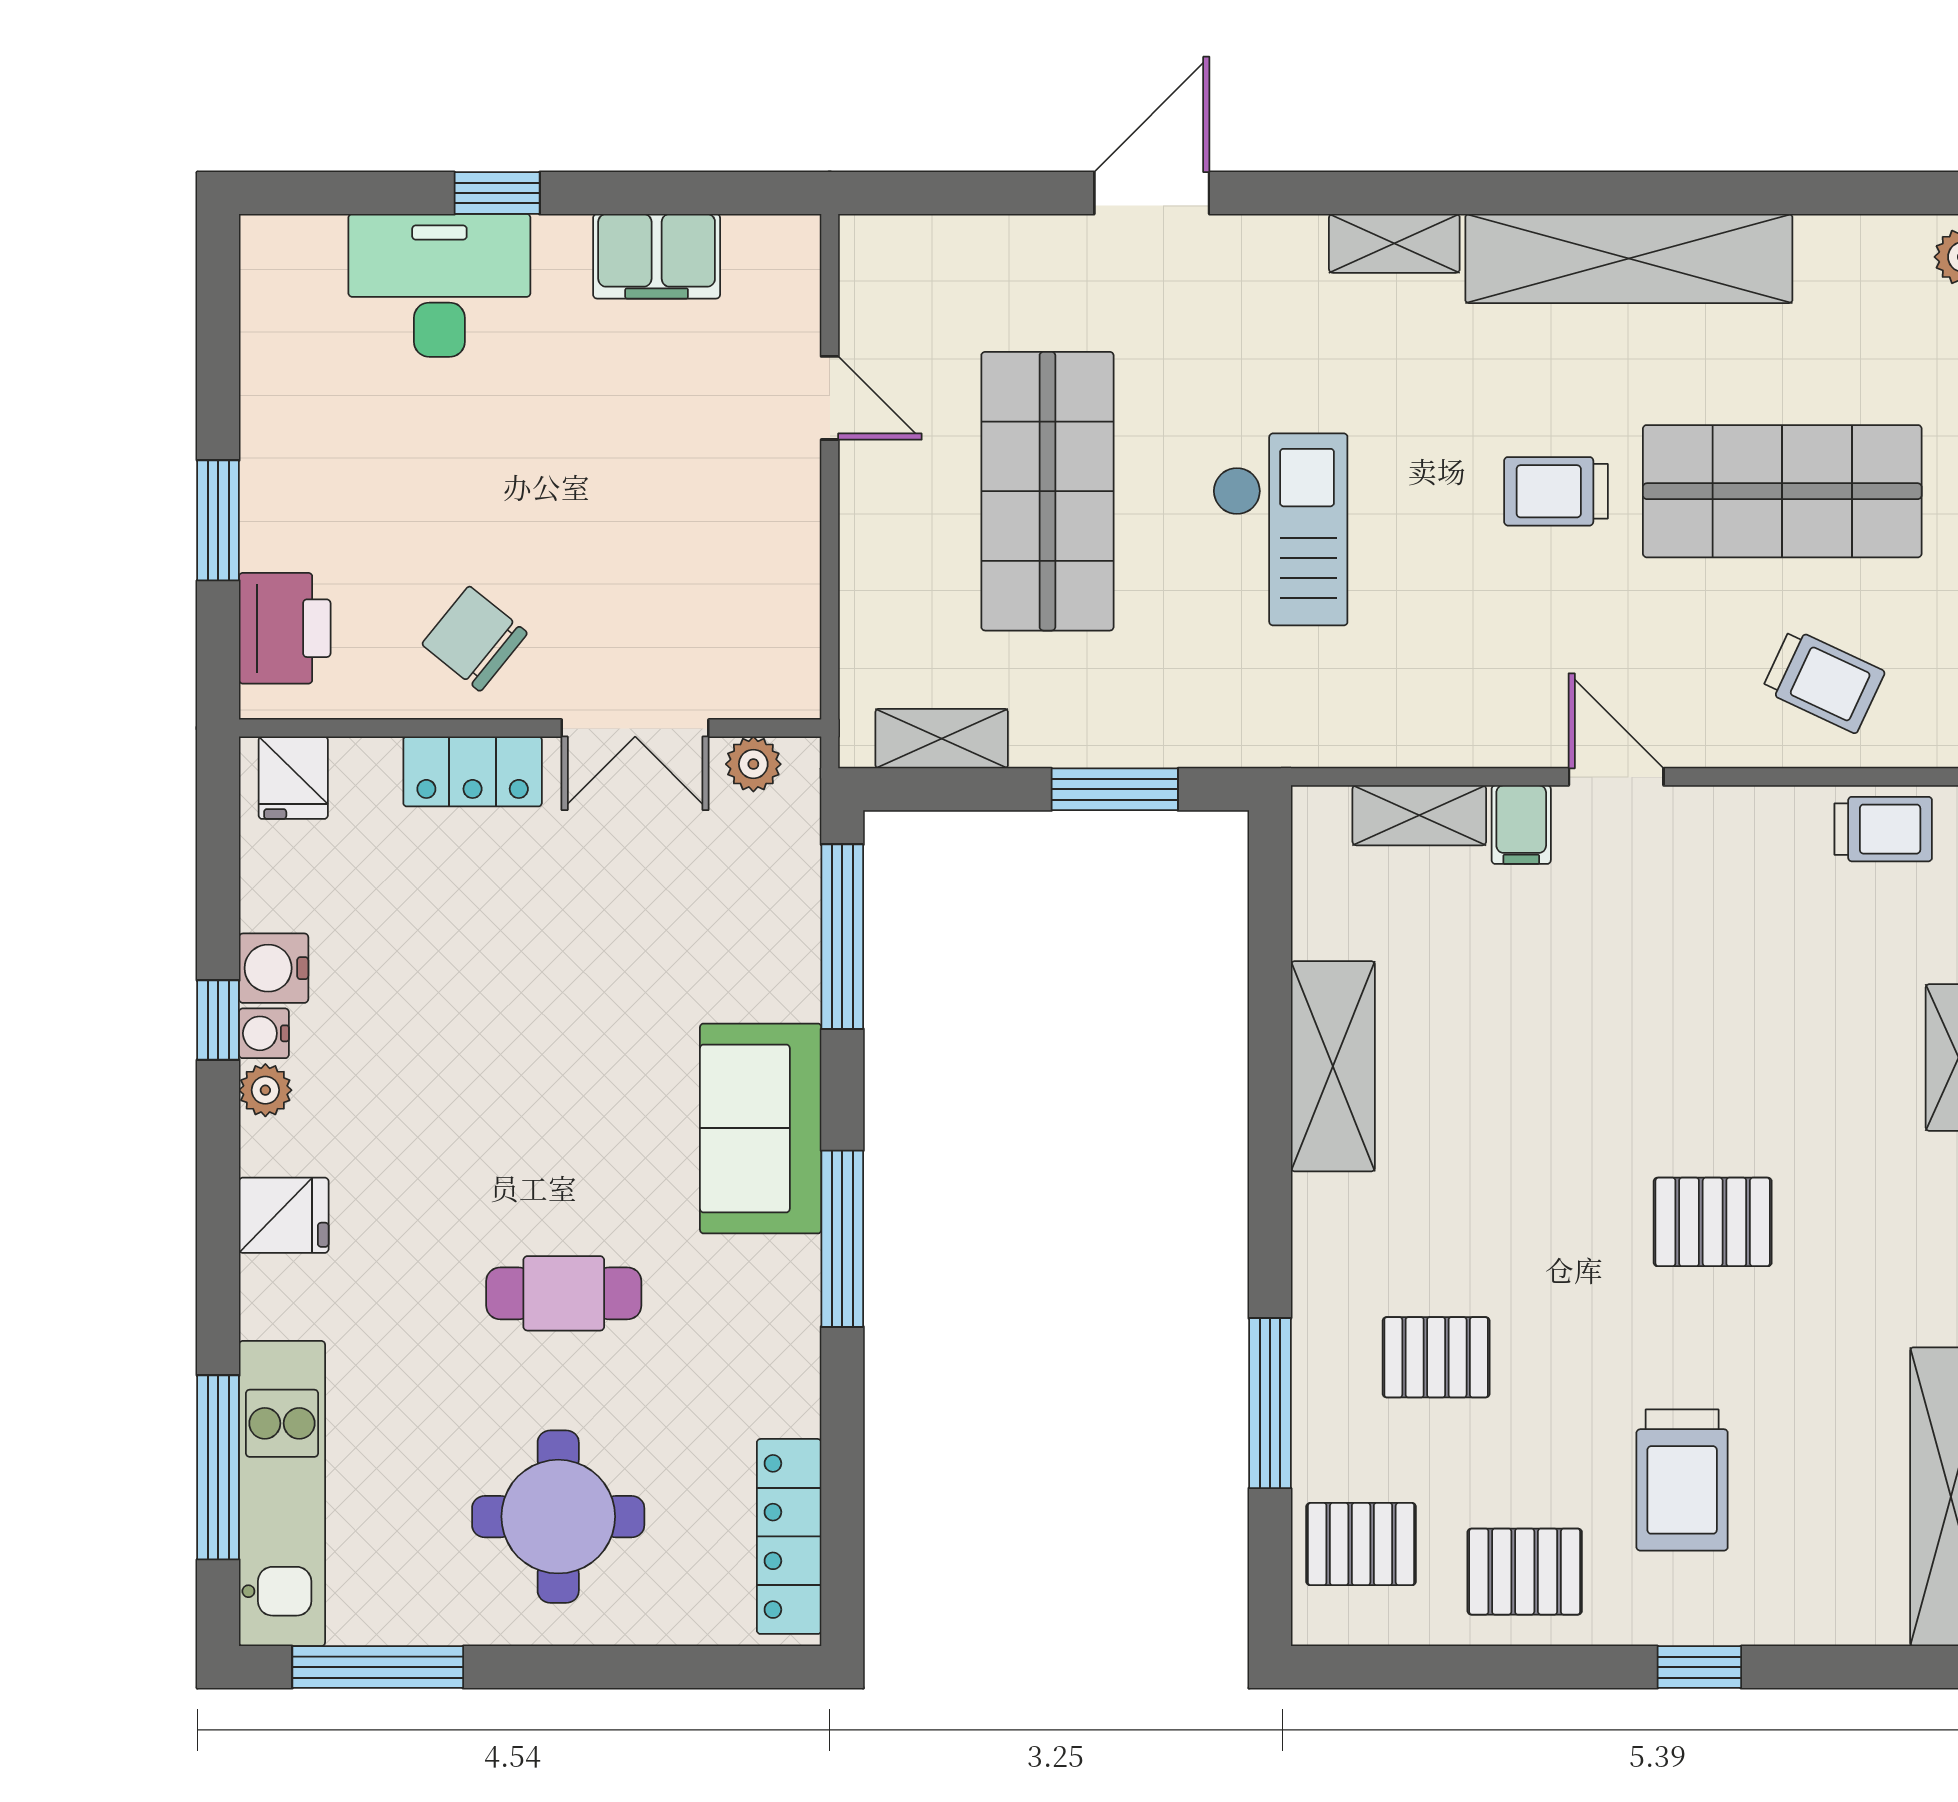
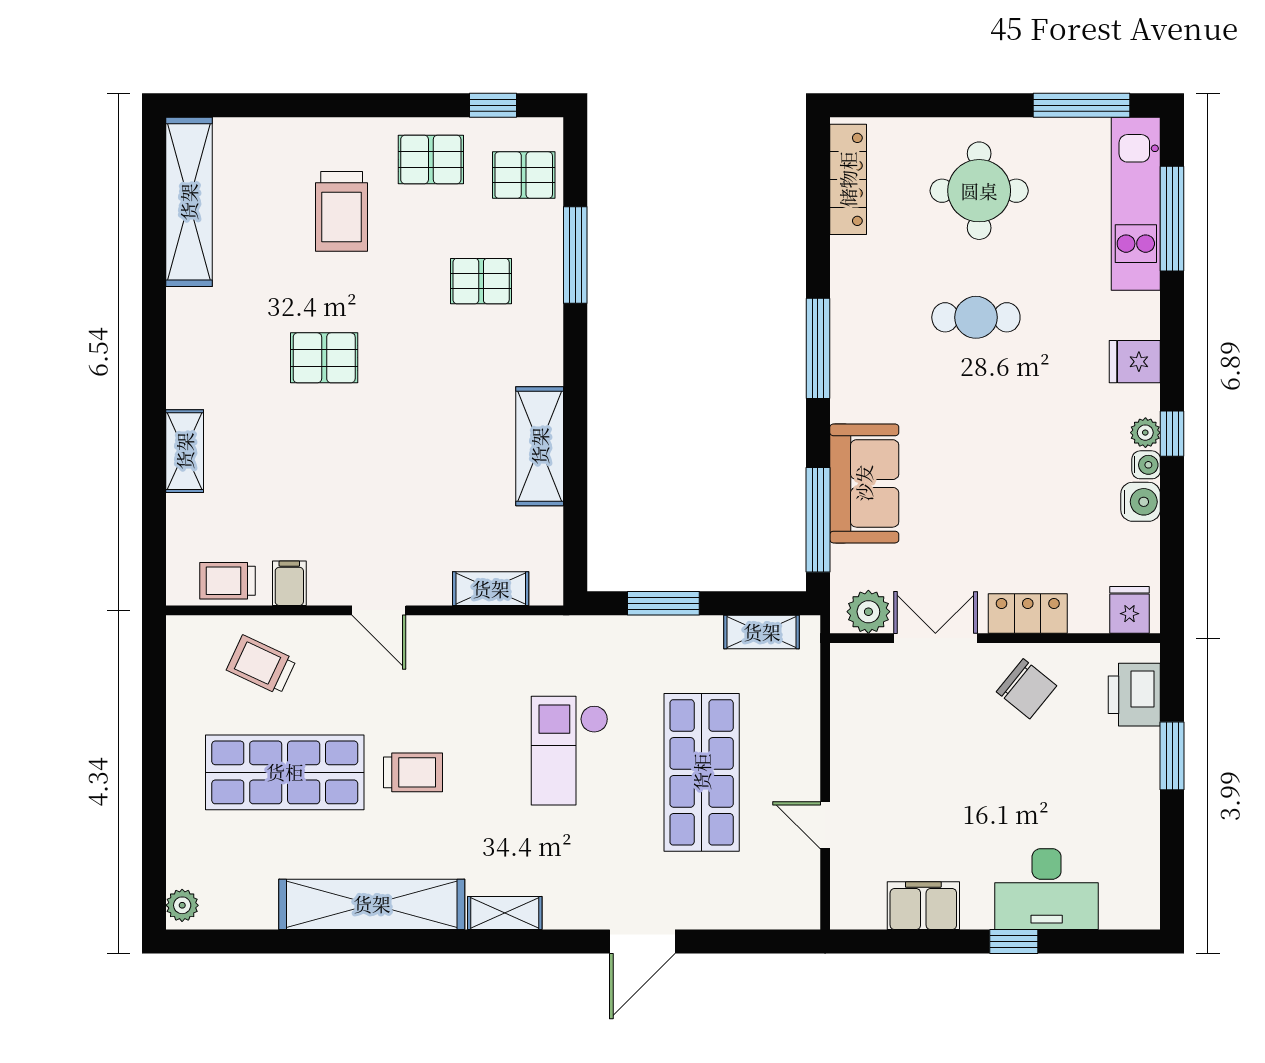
plant: (753, 764) -> (868, 612), width x1.38, depth x1.38
filing cabinet: (1521, 825) -> (289, 583), moved
window: (218, 1020) -> (1172, 434), moved
sofa: (761, 1128) -> (864, 483), moved
trolley: (1682, 1480) -> (342, 211), turned 180
window: (1699, 1667) -> (493, 105), moved

